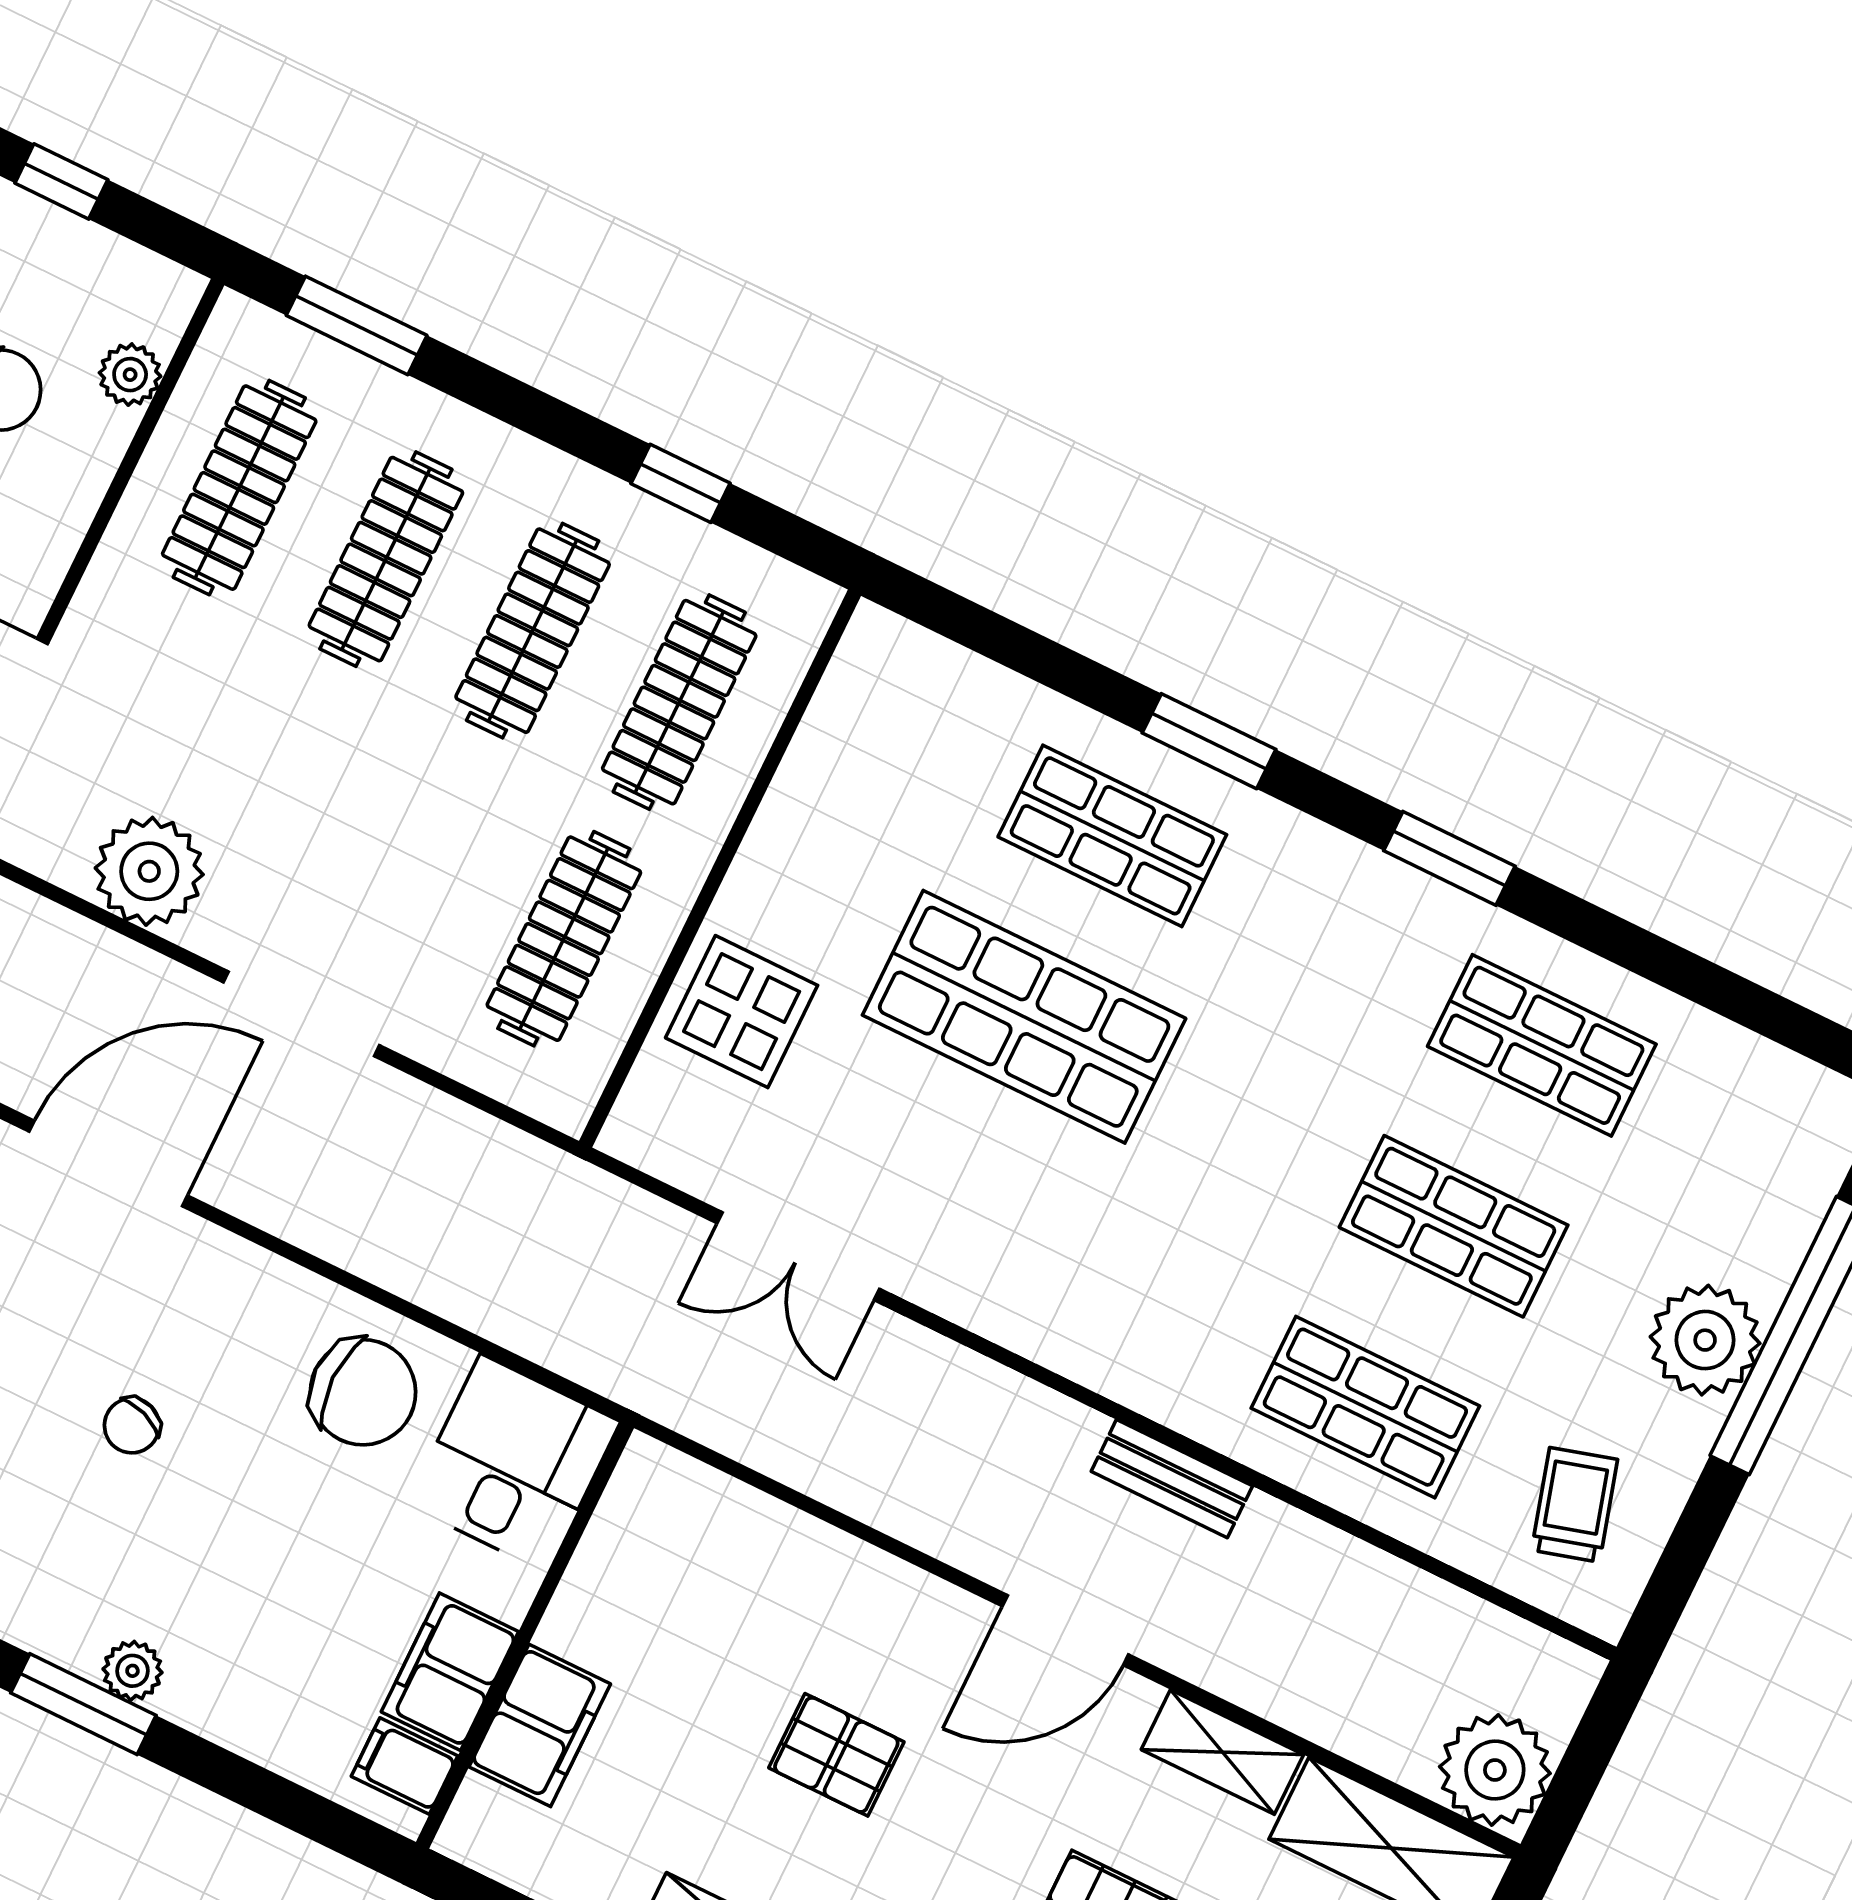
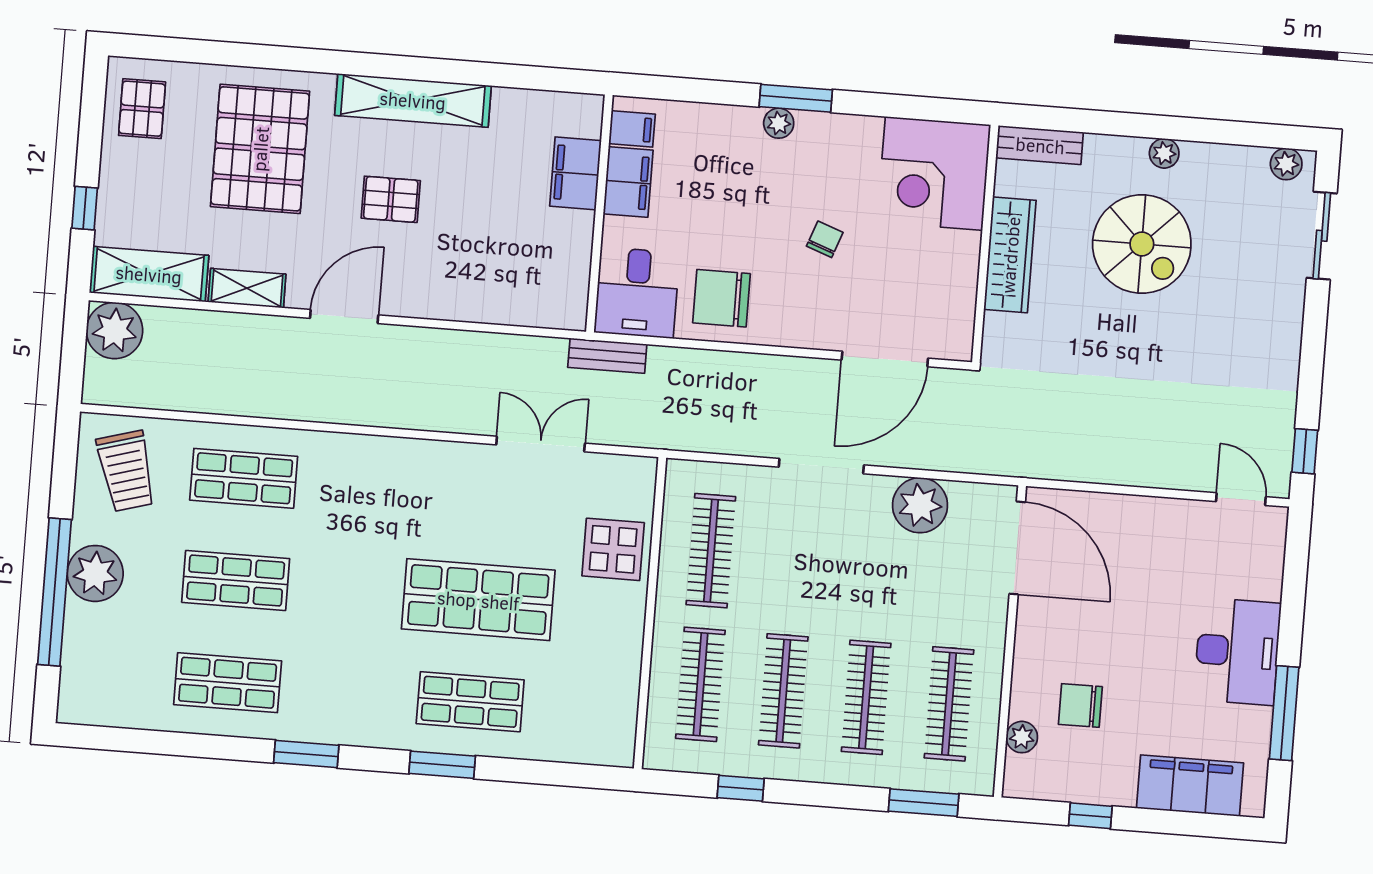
bench: (1172, 1479) -> (607, 356), moved
trolley: (1575, 1505) -> (126, 471), width x1.36, depth x1.39
pallet: (836, 1755) -> (391, 199), moved

